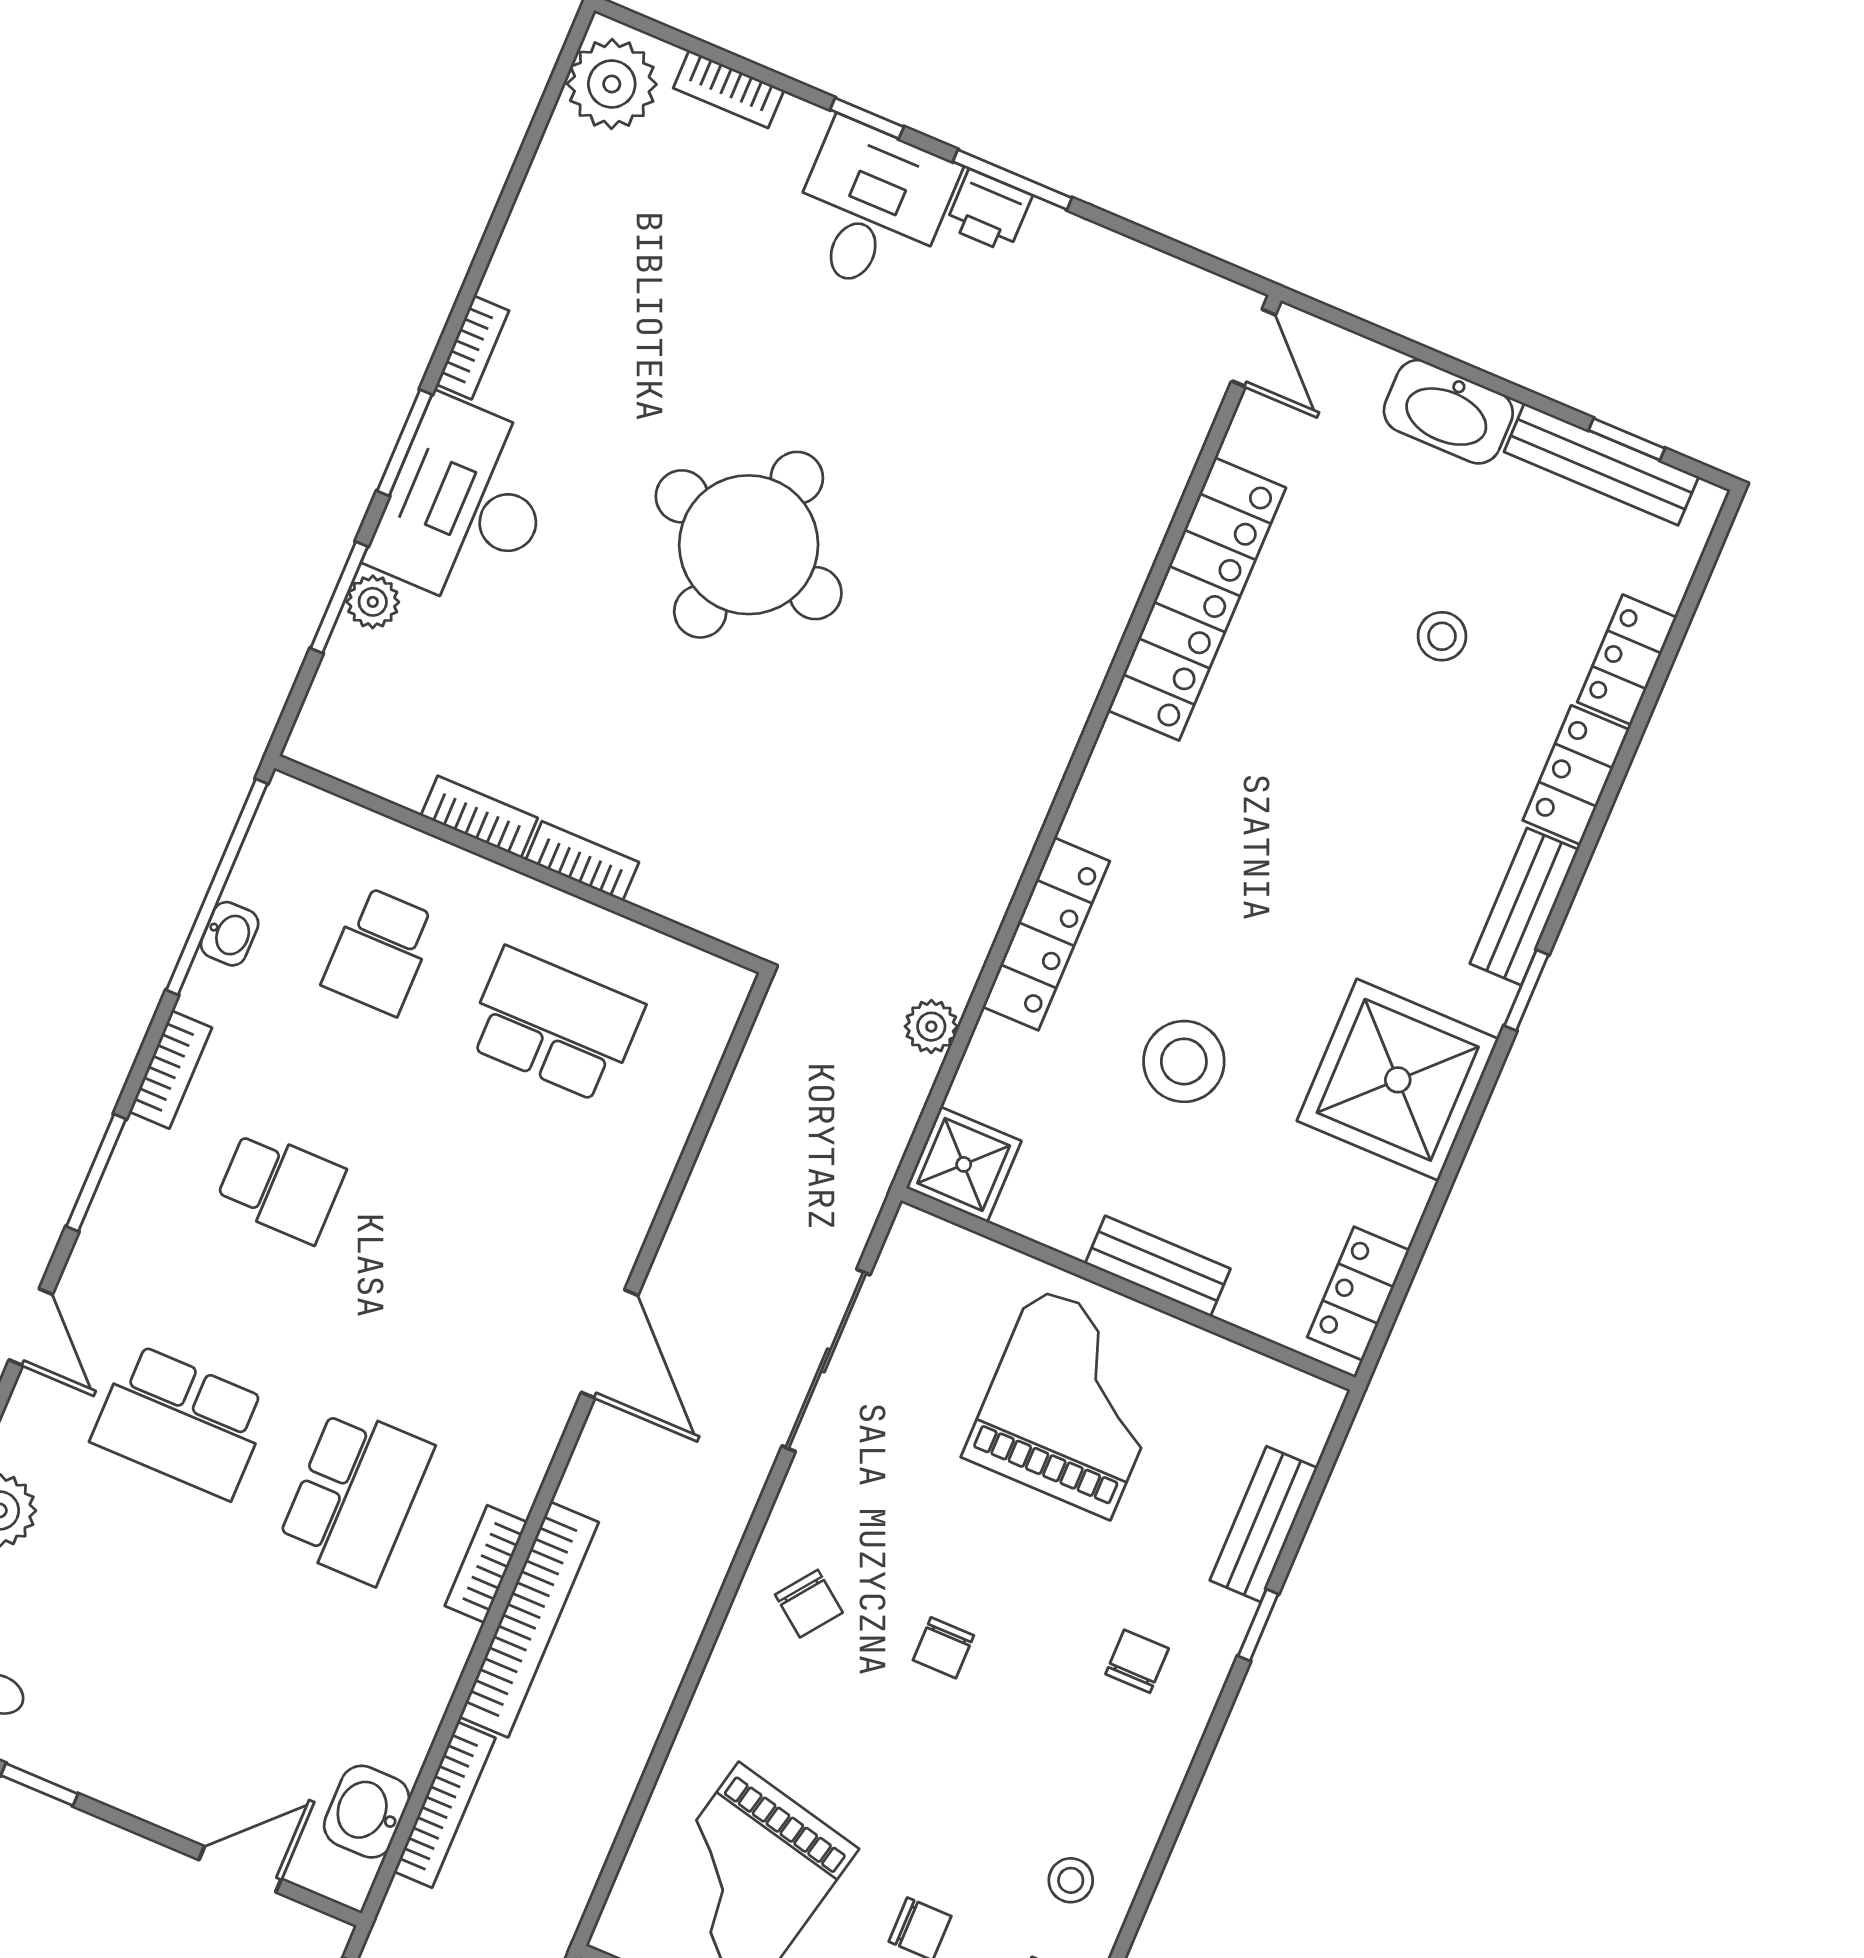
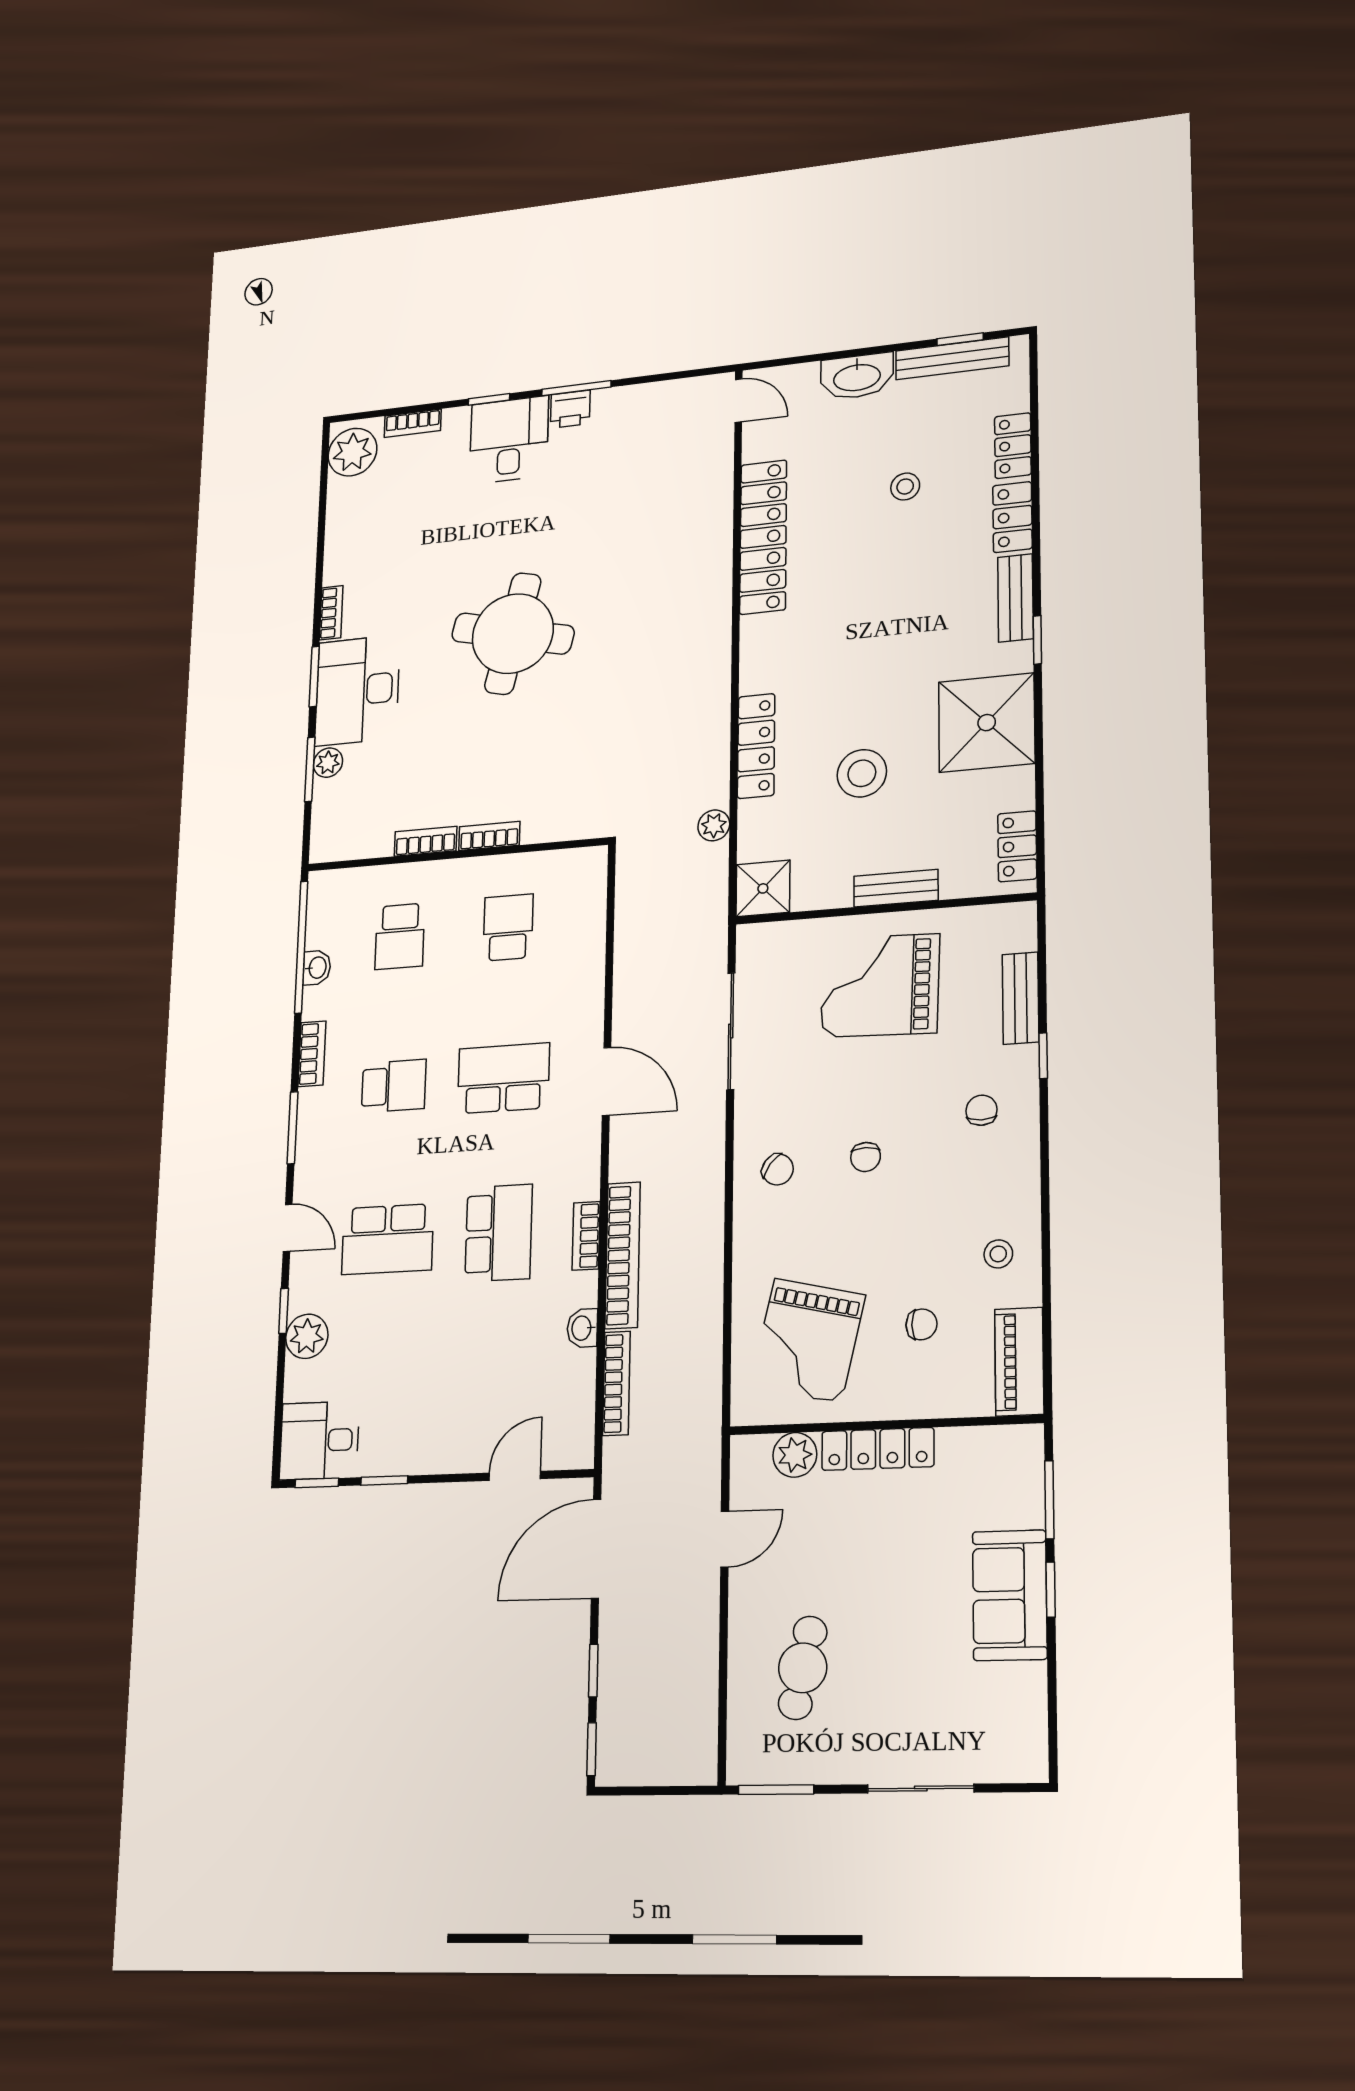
school desk: (554, 1025) -> (508, 927), width x0.54
school desk: (455, 1260) -> (503, 1078), added
grand piano: (1072, 1402) -> (880, 985), turned -88
washbasin: (367, 1812) -> (582, 1328), moved, width x0.72, depth x0.69

